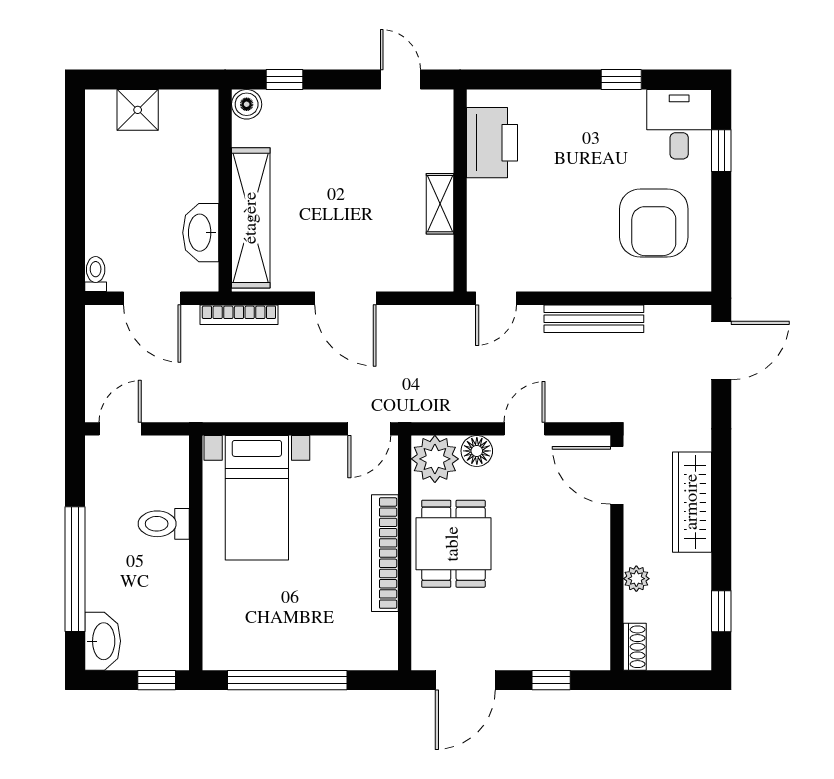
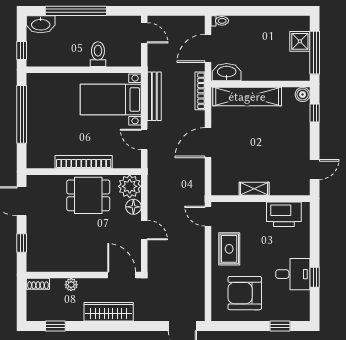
window: (161, 80) -> (315, 53), added
desk: (679, 124) -> (293, 274), moved
washbasin: (201, 233) -> (227, 72), moved
rug: (563, 255) -> (229, 249), added
bench: (594, 319) -> (154, 96), moved
door: (369, 429) -> (144, 139), moved
door: (617, 475) -> (122, 275), hinge flipped

